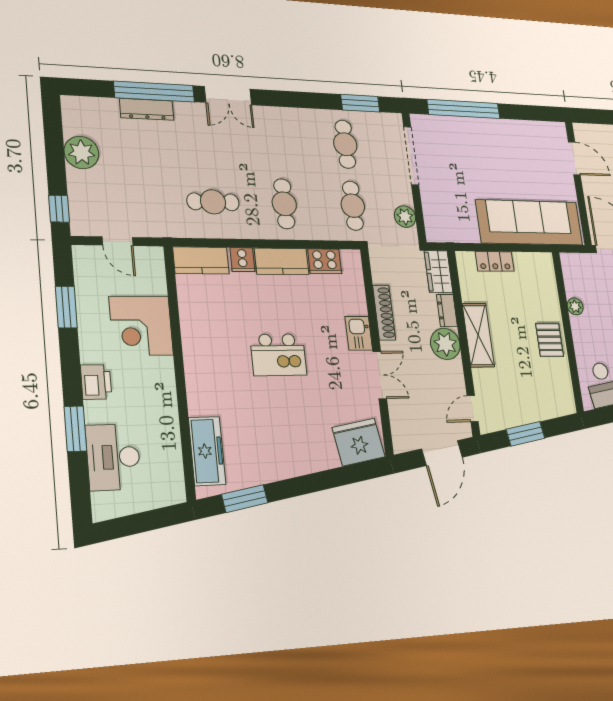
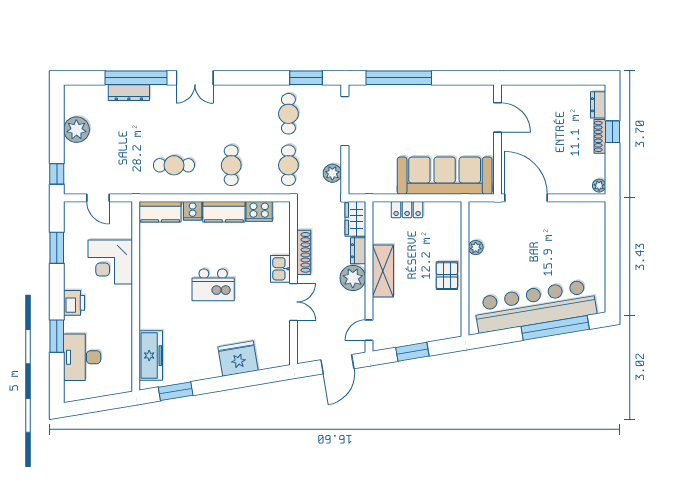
fridge: (359, 442) -> (238, 359), moved

